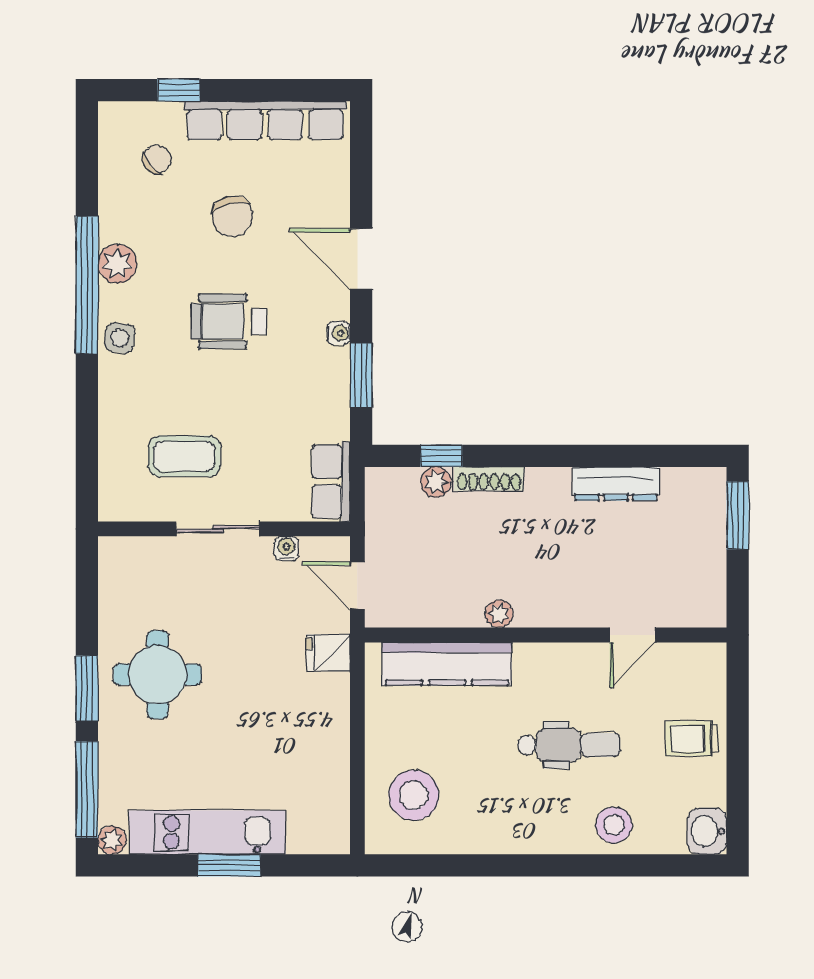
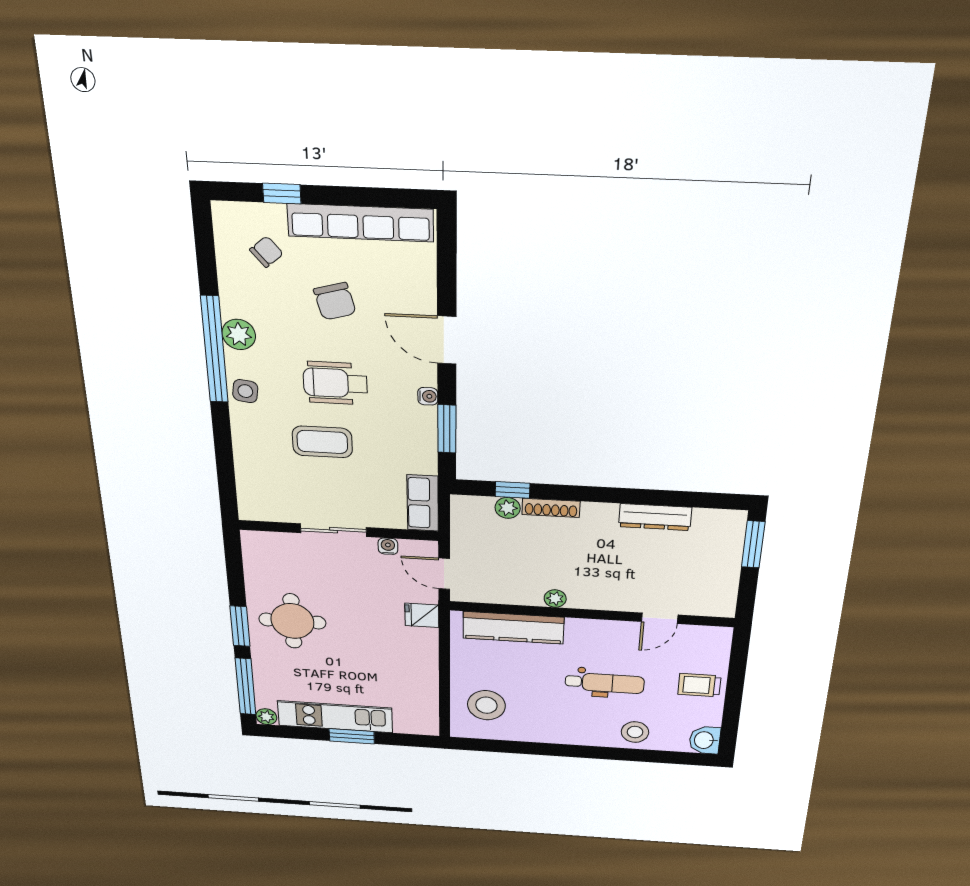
coffee table: (184, 456) -> (322, 442), moved

